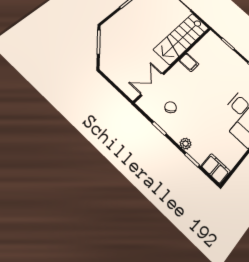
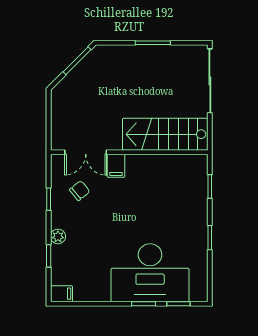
filing cabinet: (189, 62) -> (116, 166), moved
double door: (152, 84) -> (86, 152), swing flipped
filing cabinet: (216, 169) -> (61, 294), width x0.50

